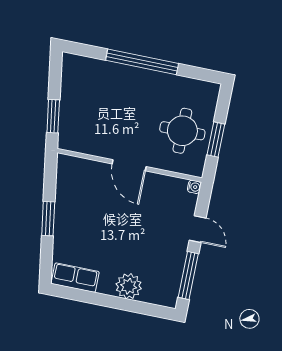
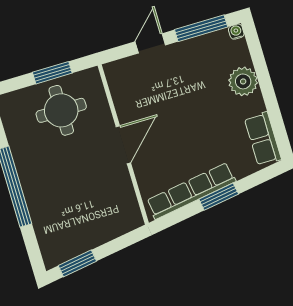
window: (53, 116) -> (77, 263), moved
water cooler: (194, 187) -> (236, 32), moved
row of seats: (64, 199) -> (191, 191), added

